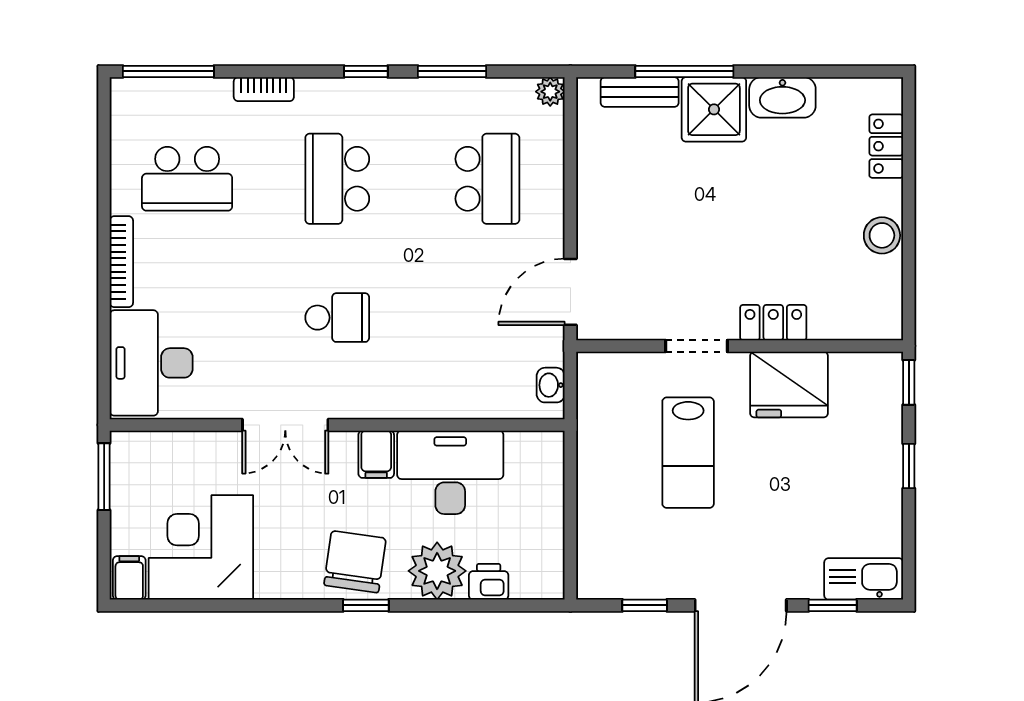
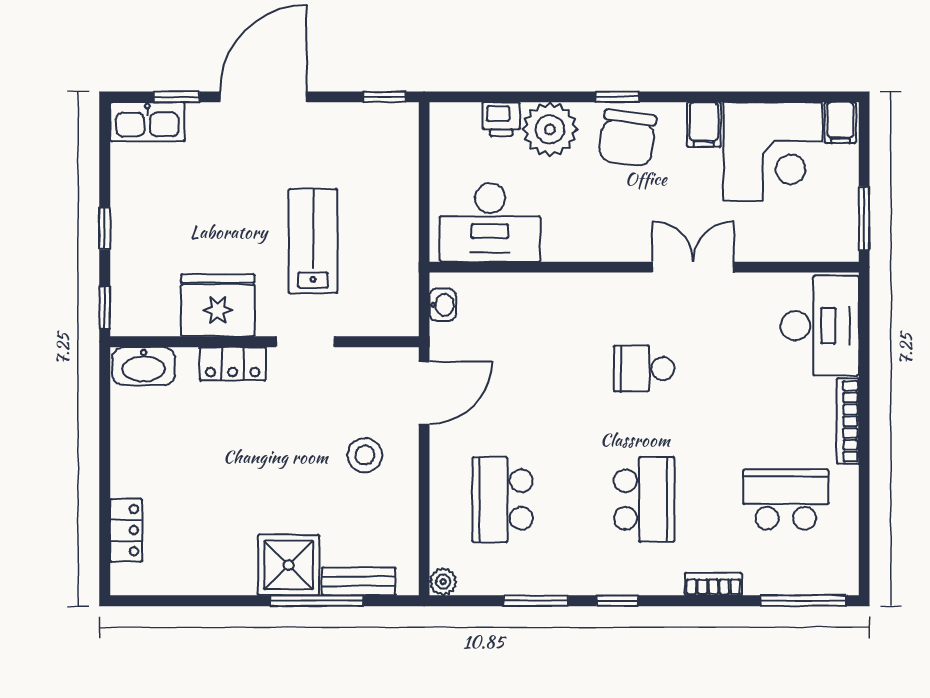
washbasin: (782, 97) -> (144, 366), moved, turned 180
stool: (882, 235) -> (365, 455), moved
filing cabinet: (376, 454) -> (704, 125), moved, turned 180
desk: (450, 472) -> (490, 222), moved
window: (645, 605) -> (384, 97), moved

